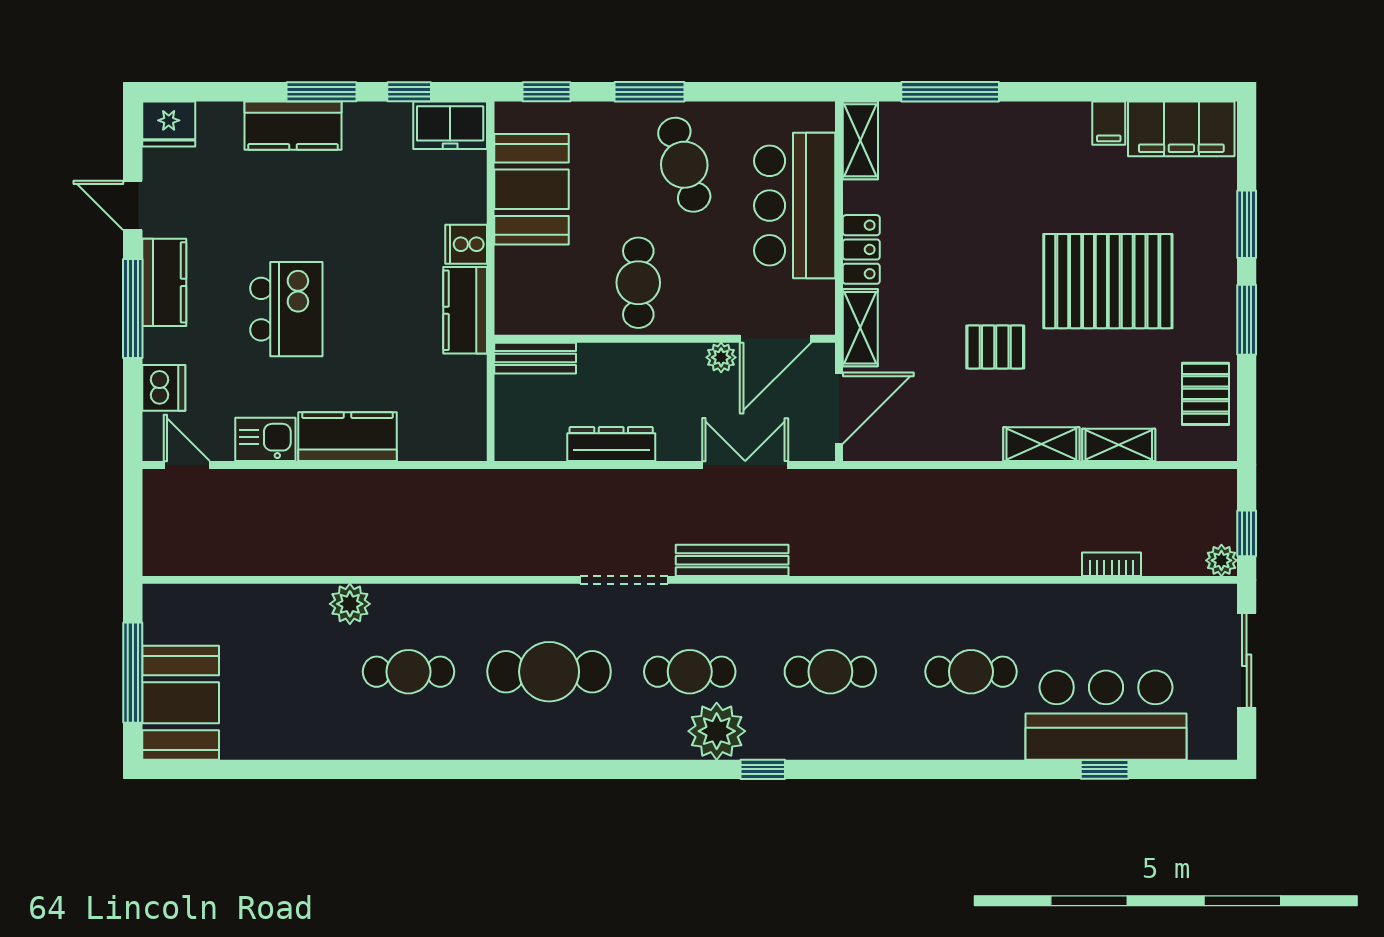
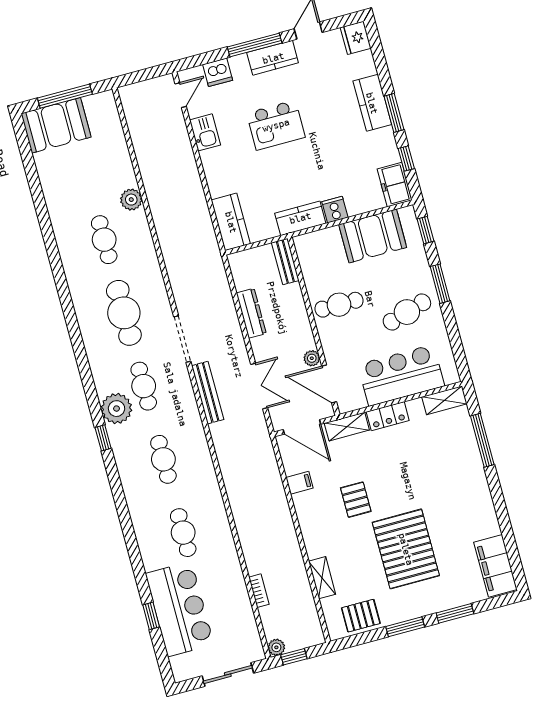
filing cabinet: (1109, 123) -> (300, 483), moved, turned 180
kitchen counter: (347, 437) -> (231, 222), moved
shelving: (1041, 444) -> (312, 537), removed

